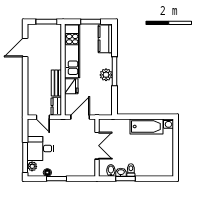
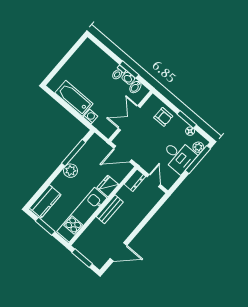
window: (114, 71) -> (74, 153), moved
bench: (56, 83) -> (110, 209), moved
washing machine: (168, 124) -> (90, 117), moved
armchair: (74, 166) -> (163, 117), added

